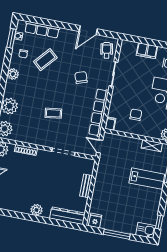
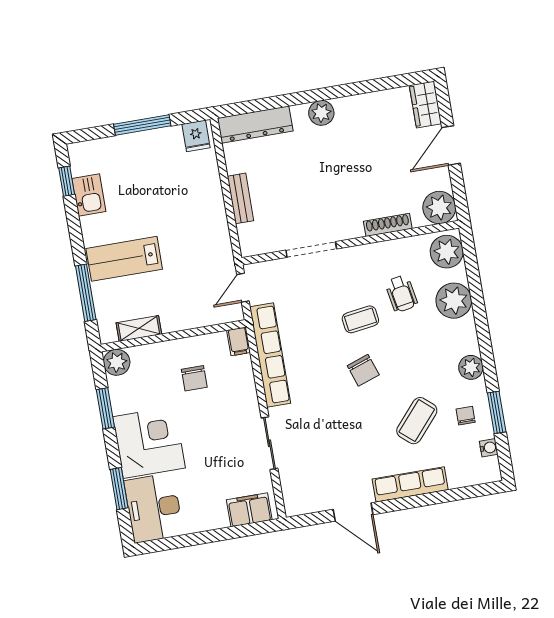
row of seats: (42, 30) -> (410, 484), moved
door: (88, 30) -> (353, 512), swing flipped
window: (11, 38) -> (497, 412), moved
wheelchair: (107, 50) -> (401, 294), moved
filing cabinet: (147, 51) -> (249, 510), moved
chair: (81, 78) -> (363, 370), moved
door: (100, 146) -> (243, 288), swing flipped
kitchen sink: (146, 230) -> (89, 195), moved, turned -90

